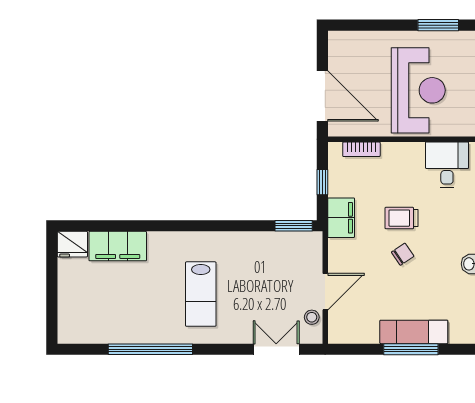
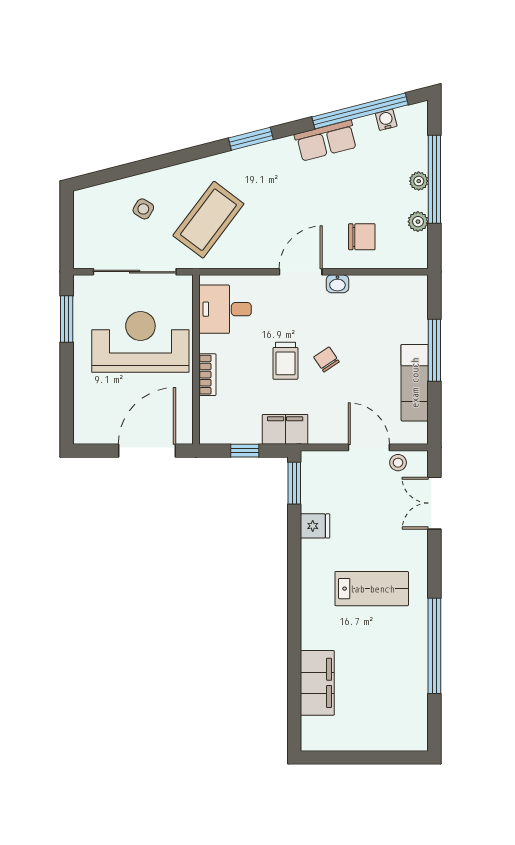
bookcase: (361, 149) -> (207, 375), moved
fridge: (72, 244) -> (315, 526), moved, width x0.72
exam couch: (414, 332) -> (415, 383), moved

